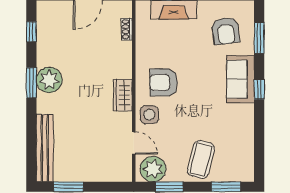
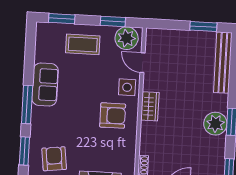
sofa: (240, 79) -> (45, 85), moved
window: (259, 89) -> (27, 104), width x2.17
coffee table: (201, 159) -> (83, 44), turned 76

